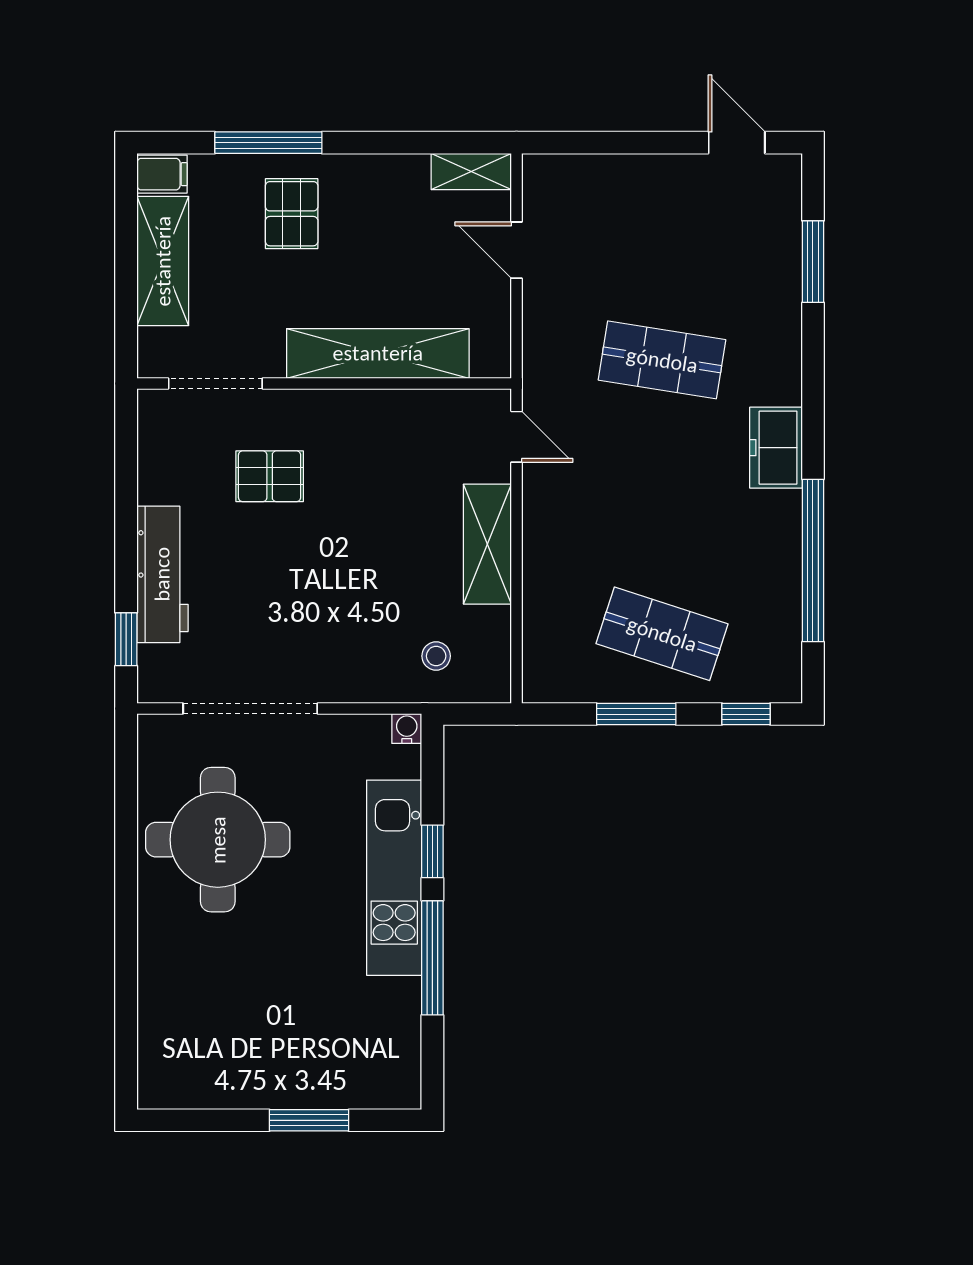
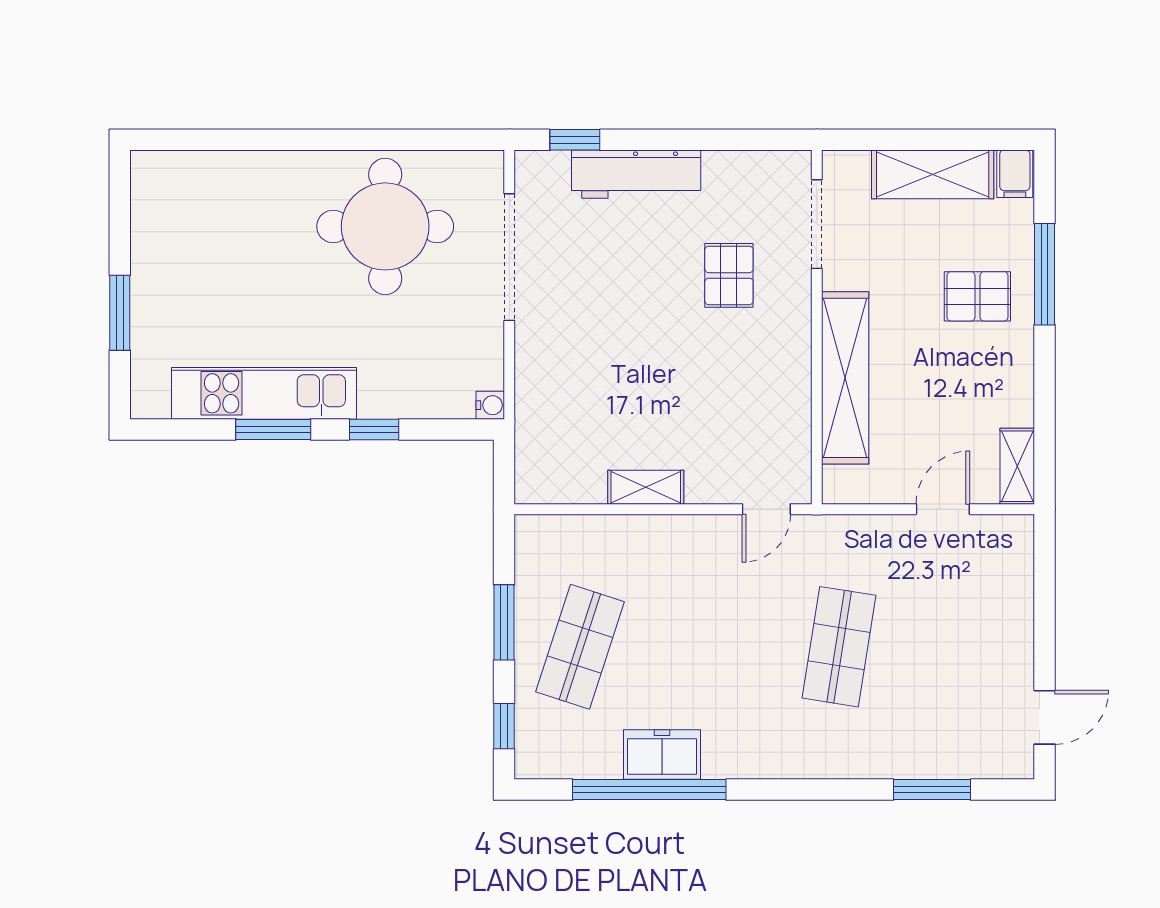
freezer: (776, 448) -> (662, 755), moved
shelving: (487, 544) -> (646, 487), width x0.67, depth x0.75
stool: (436, 656) -> (559, 433), removed
kitchen unit: (394, 878) -> (264, 393), moved
window: (432, 958) -> (273, 429), width x0.69

